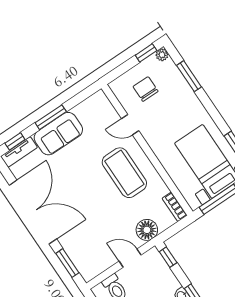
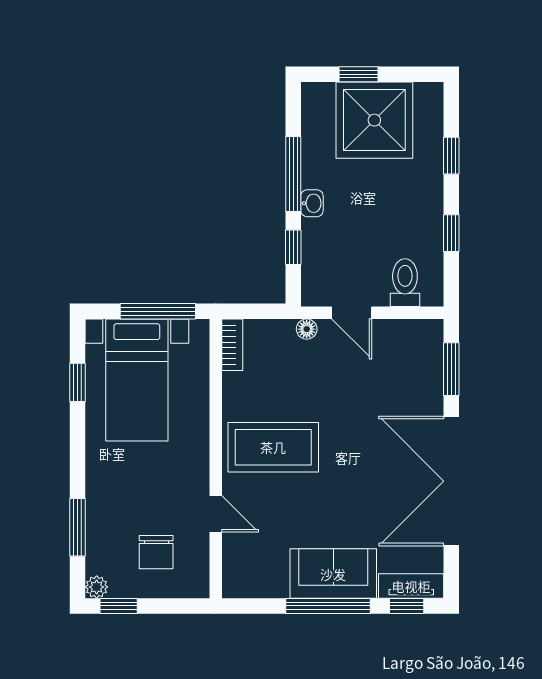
window: (51, 117) -> (328, 606), width x1.44
coffee table: (124, 173) -> (273, 447), turned 90
floor lamp: (147, 230) -> (307, 329), width x0.53, depth x0.53
window: (168, 257) -> (293, 247), moved

